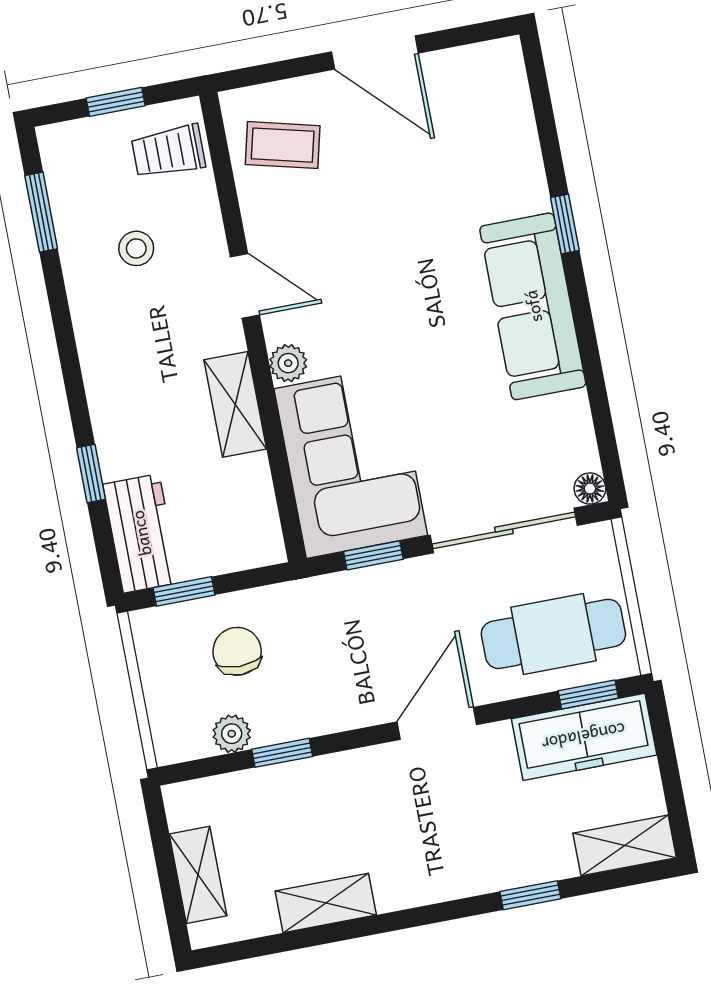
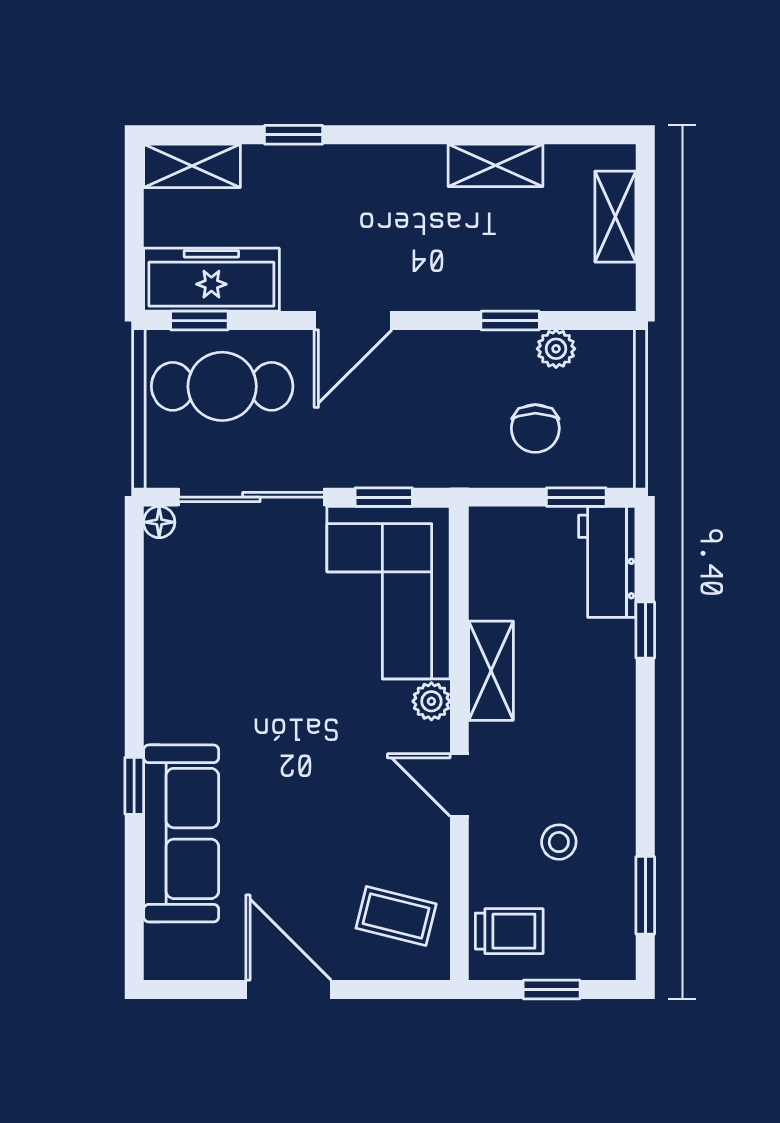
sofa: (533, 306) -> (181, 833), moved

